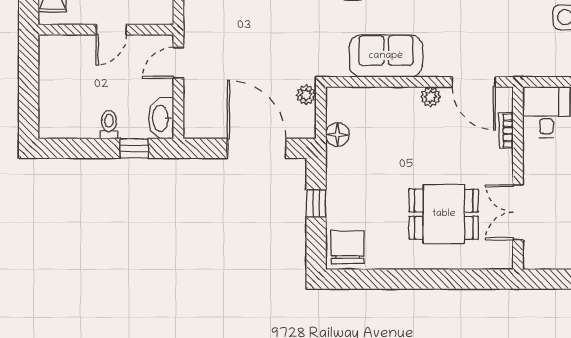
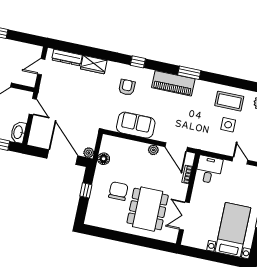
door: (178, 63) -> (33, 107), swing flipped
plant: (306, 95) -> (89, 153), moved
dining table: (444, 214) -> (148, 209), width x1.38
chair: (348, 247) -> (118, 191), moved

